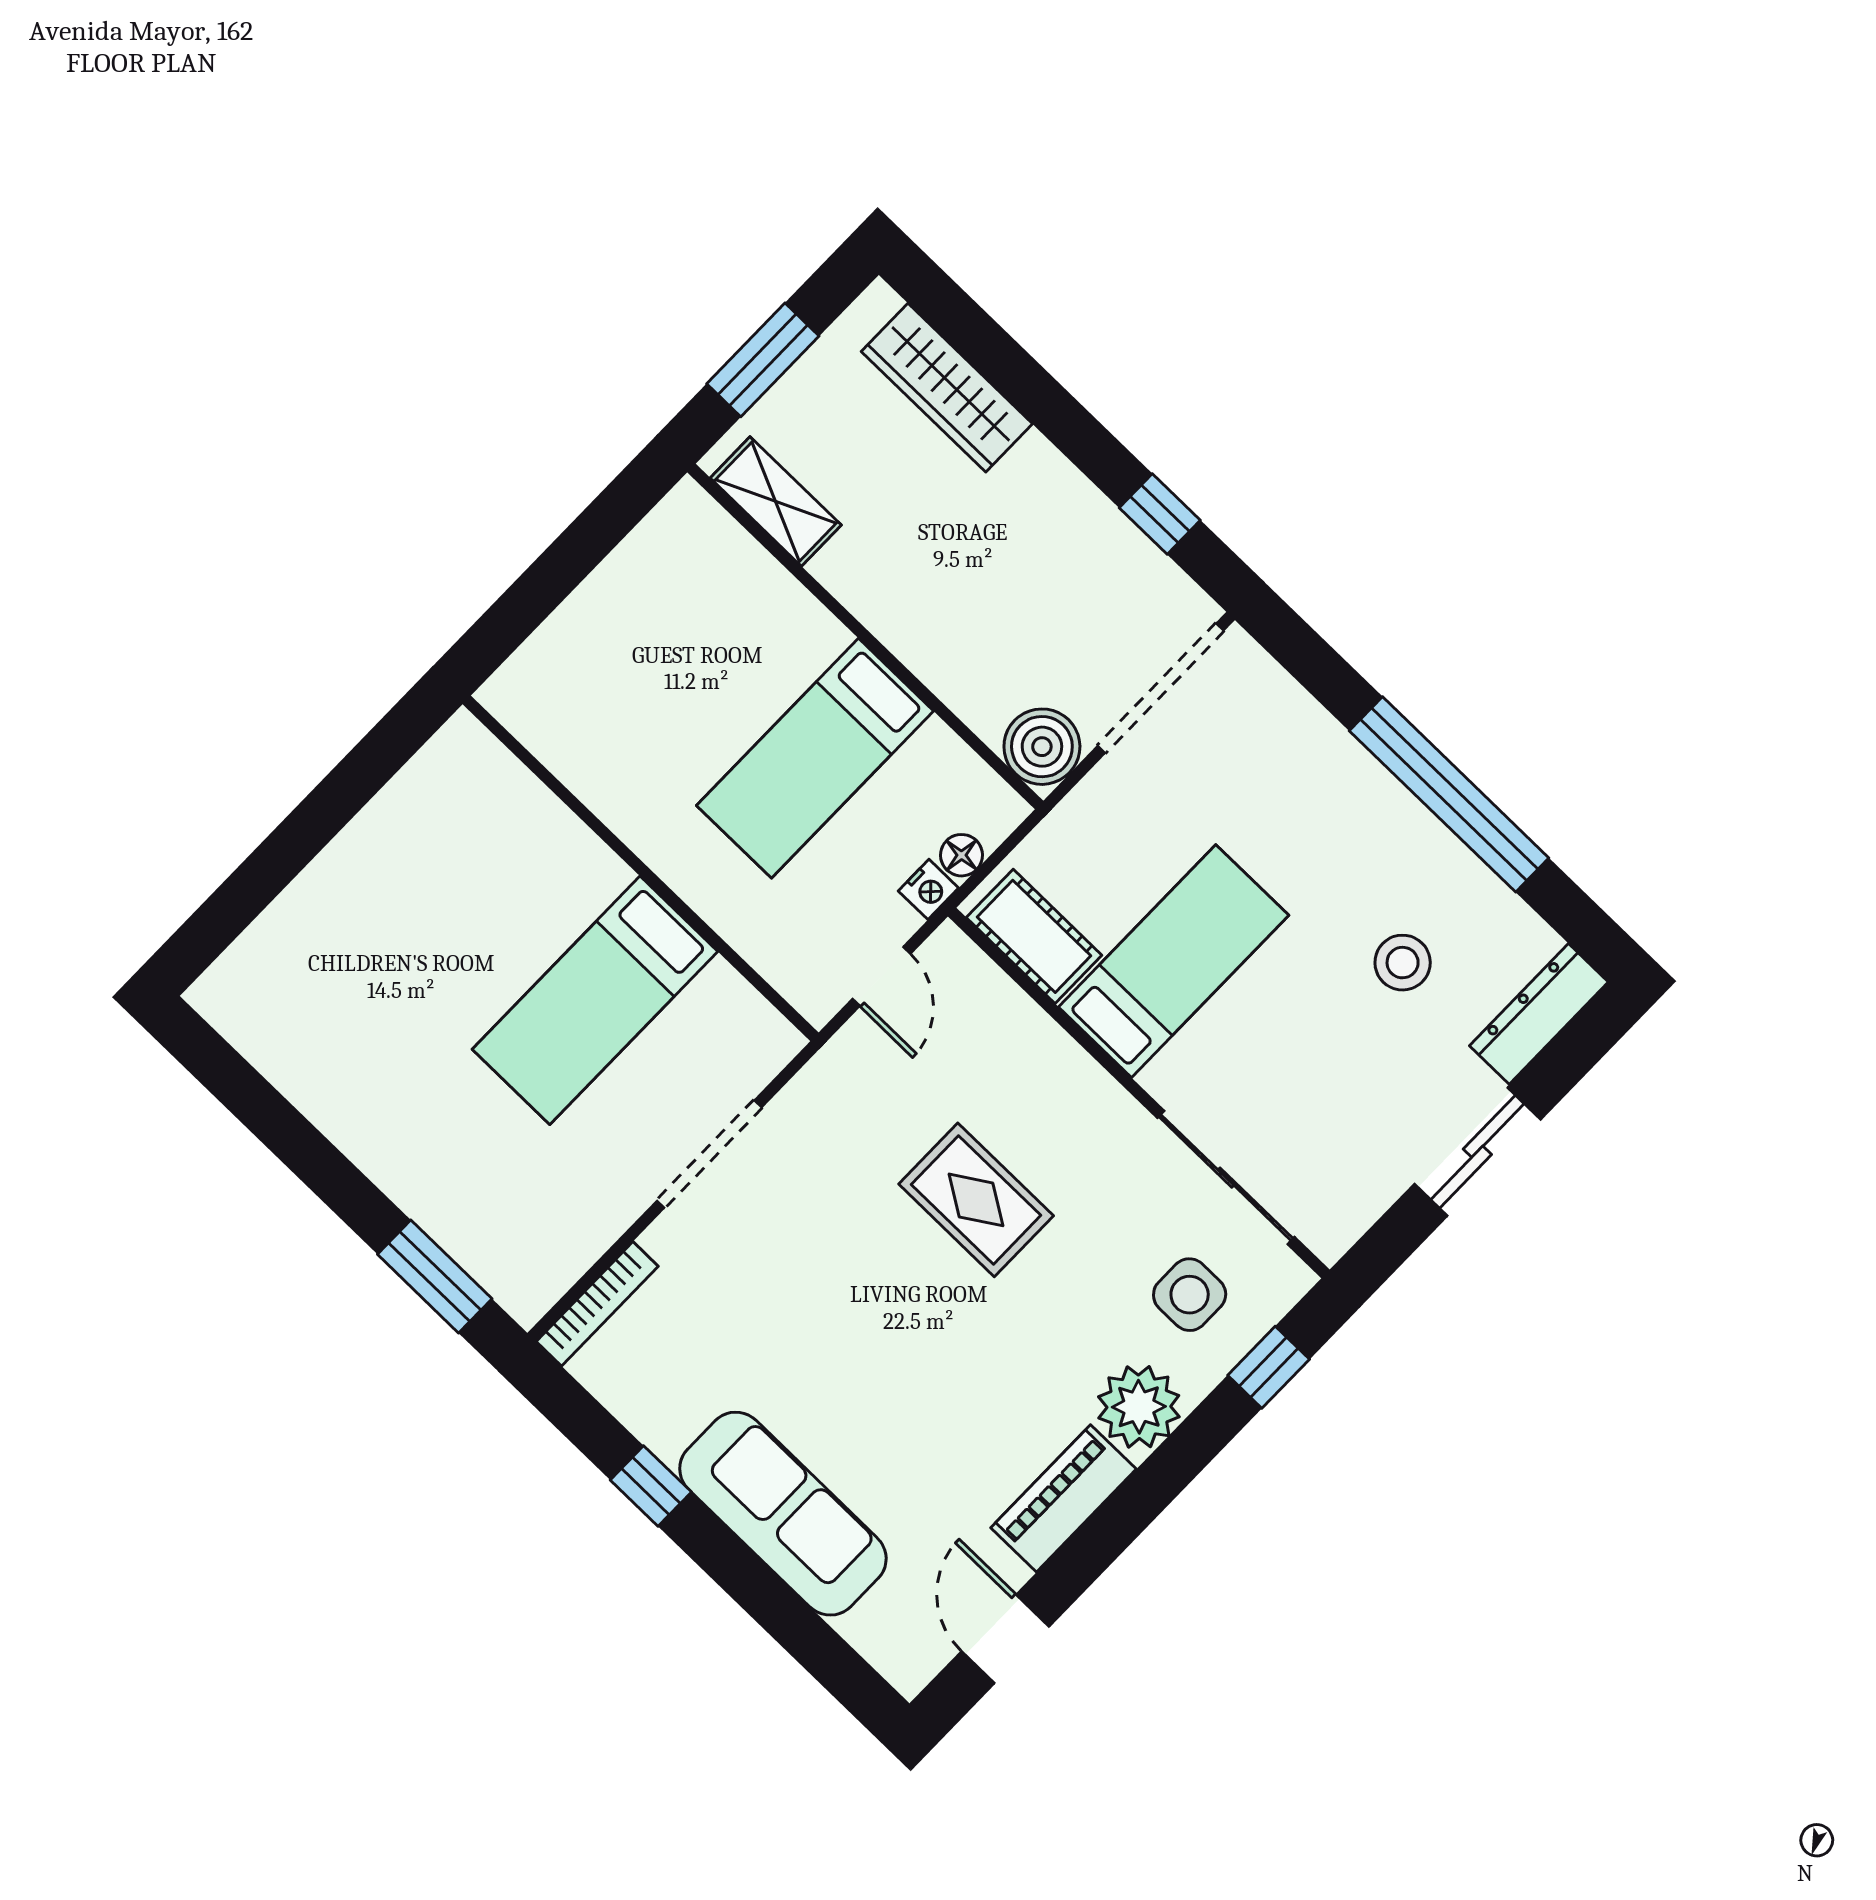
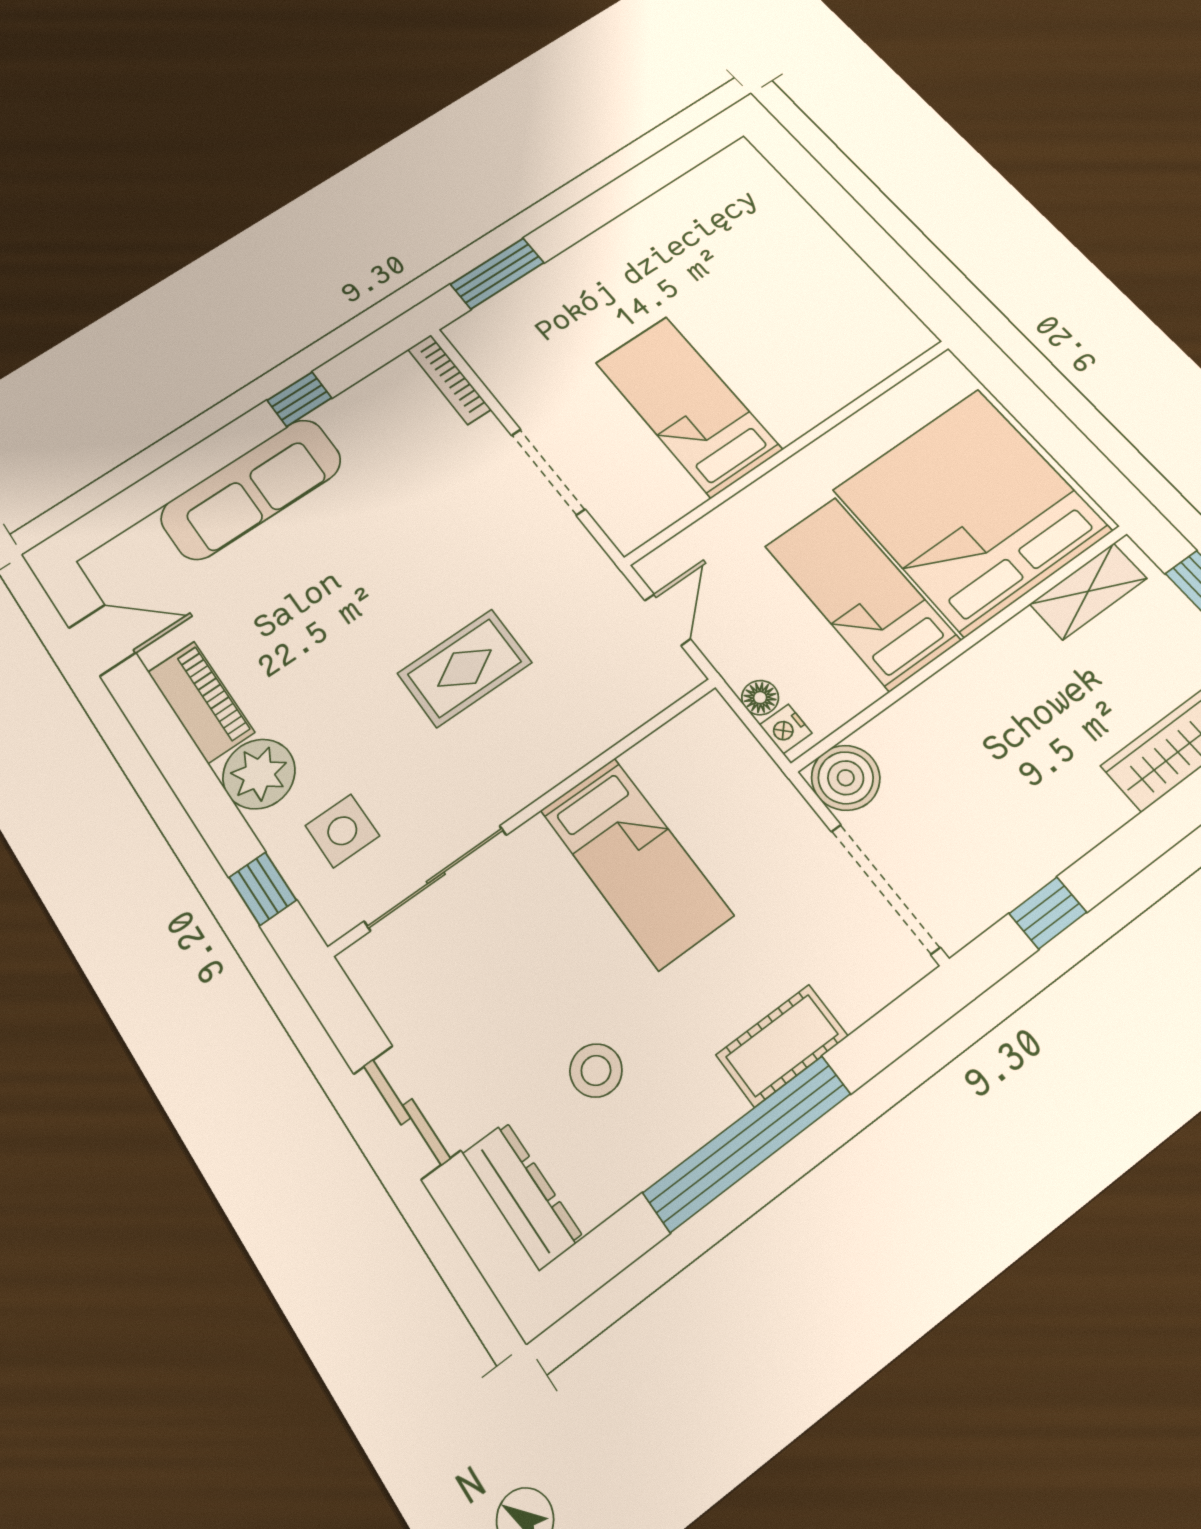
bed: (690, 644) -> (971, 510), added
nightstand: (928, 889) -> (786, 729), moved
cot: (1034, 936) -> (782, 1045), moved
door: (881, 976) -> (667, 620), swing flipped

